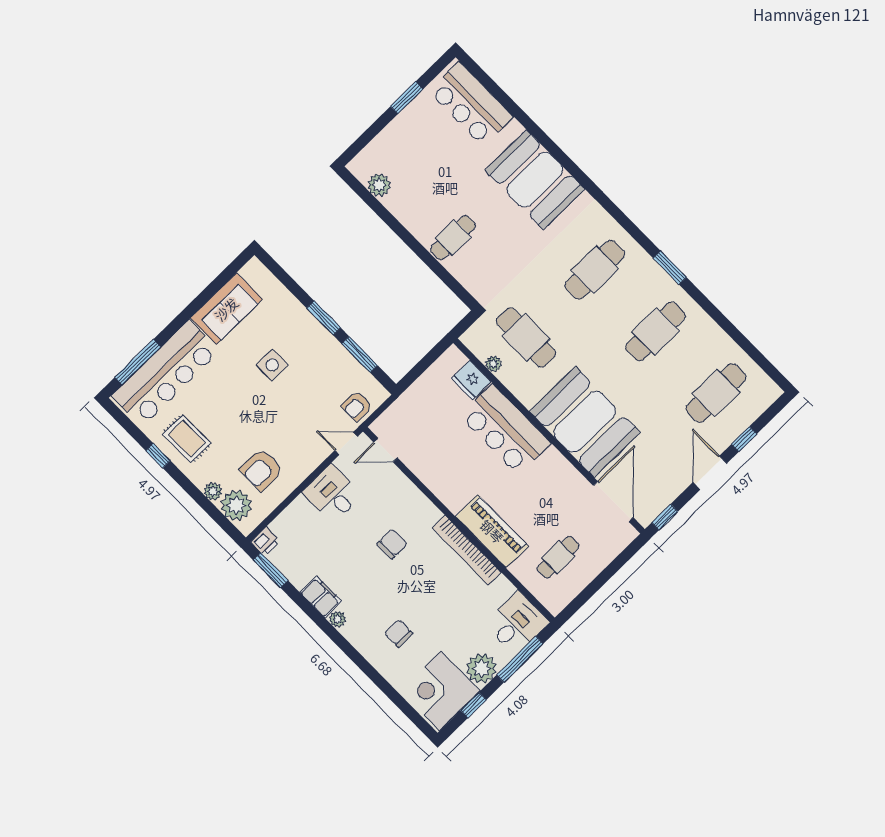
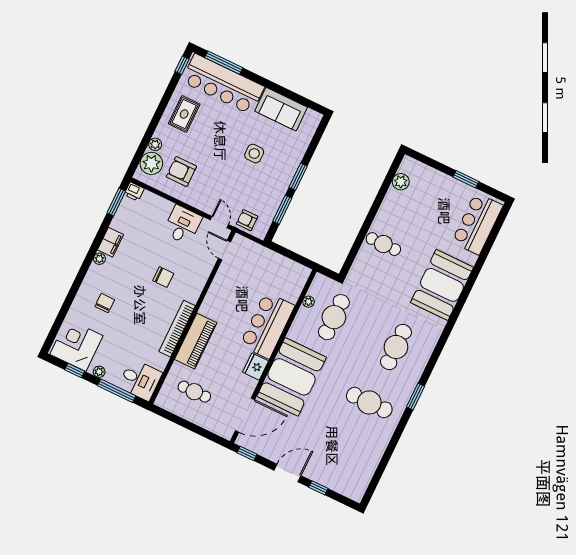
cafe table: (595, 270) -> (396, 347), turned 90
fridge: (471, 380) -> (256, 367), moved
cafe table: (716, 393) -> (343, 458), removed
window: (158, 456) -> (182, 65), moved
plant: (482, 668) -> (99, 372), width x0.53, depth x0.53

